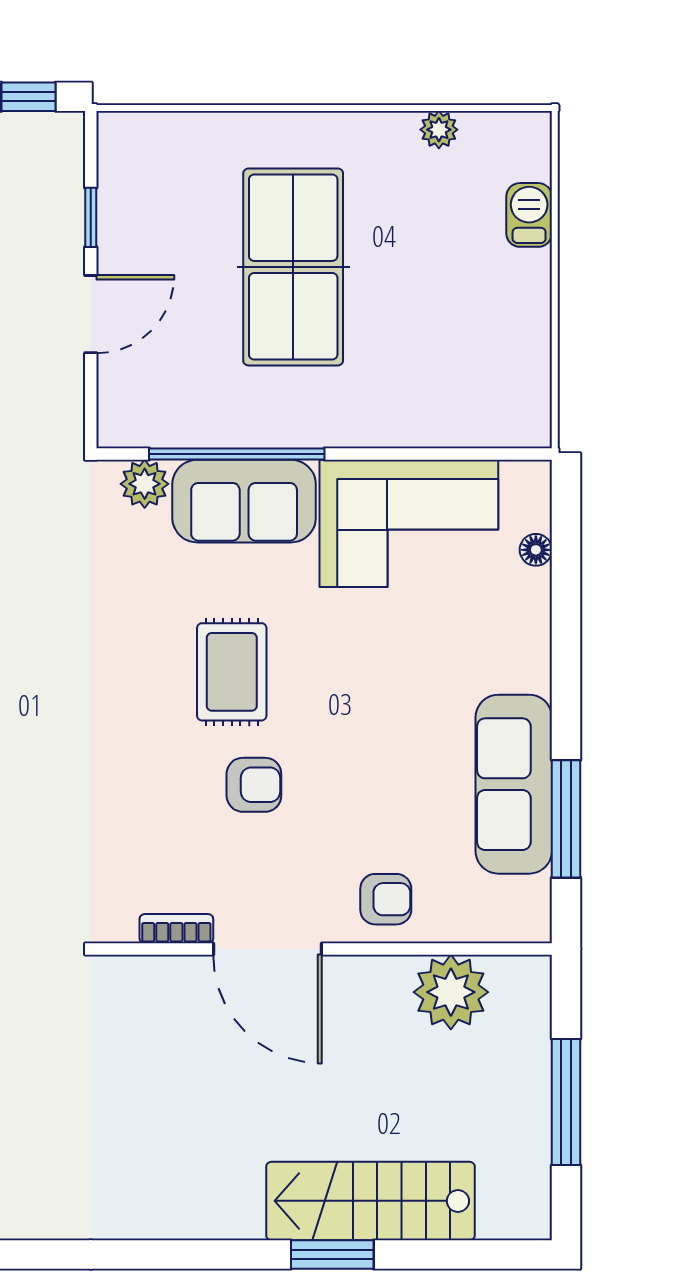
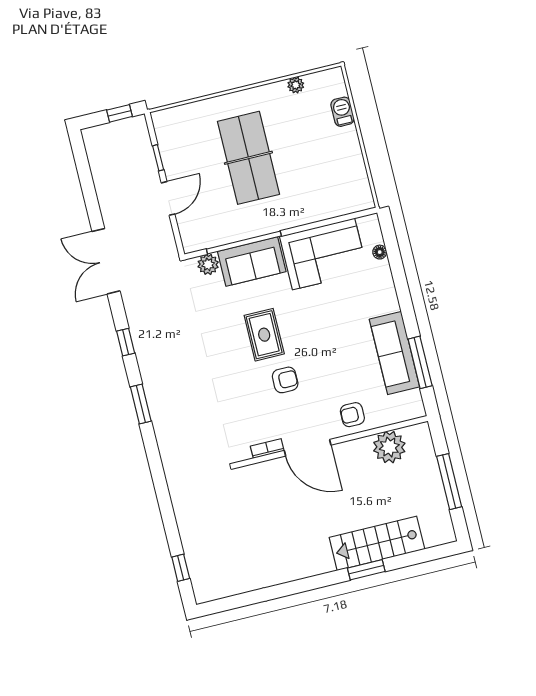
armchair: (386, 899) -> (352, 415), turned 180

